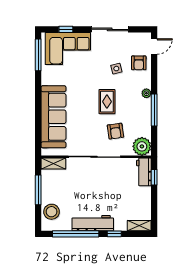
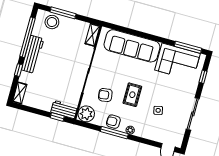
corner sofa: (68, 49) -> (177, 62), moved, turned -90
armchair: (139, 63) -> (113, 122), moved
rug: (107, 102) -> (132, 95), turned 90
window: (38, 190) -> (63, 13), moved

